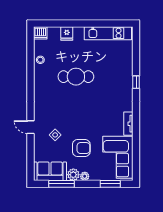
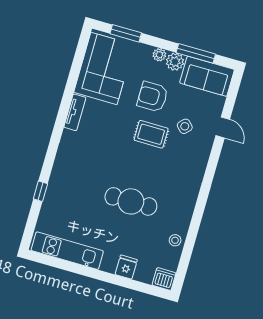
window: (136, 82) -> (40, 191), moved
rug: (75, 124) -> (151, 134), added
door: (30, 127) -> (223, 127), moved

